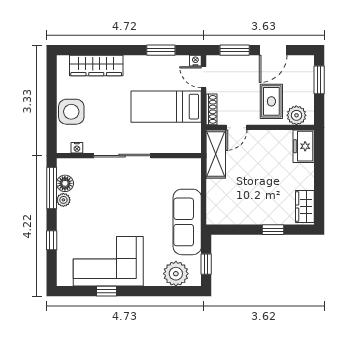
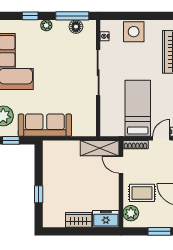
plant: (63, 200) -> (46, 25), moved
wardrobe: (305, 206) -> (79, 220), moved

